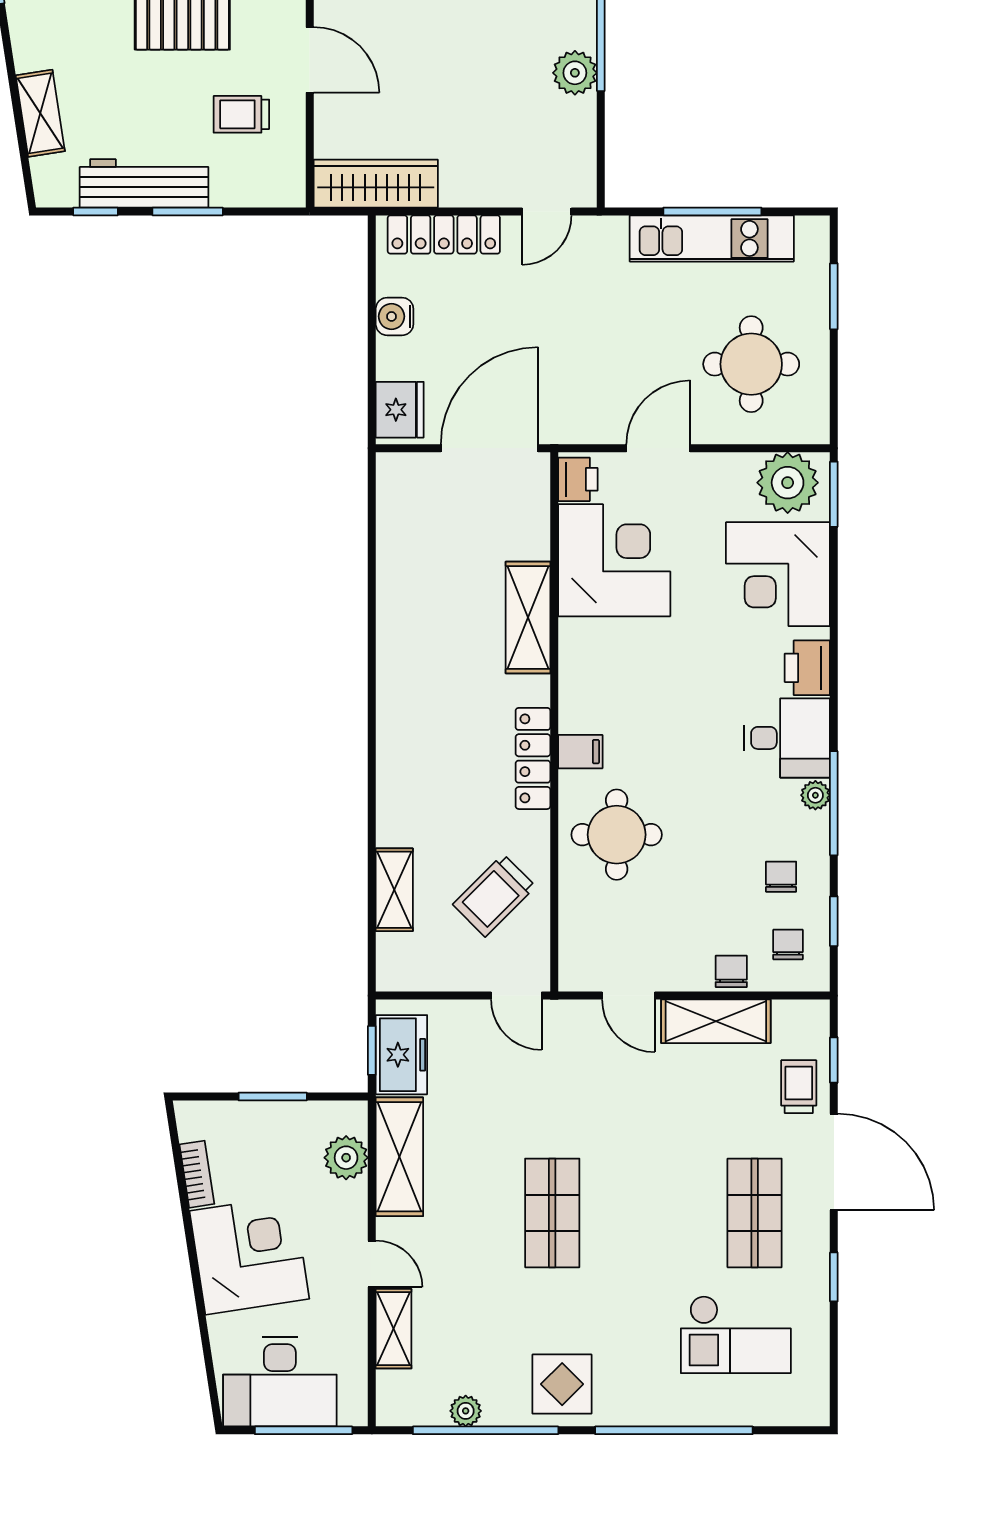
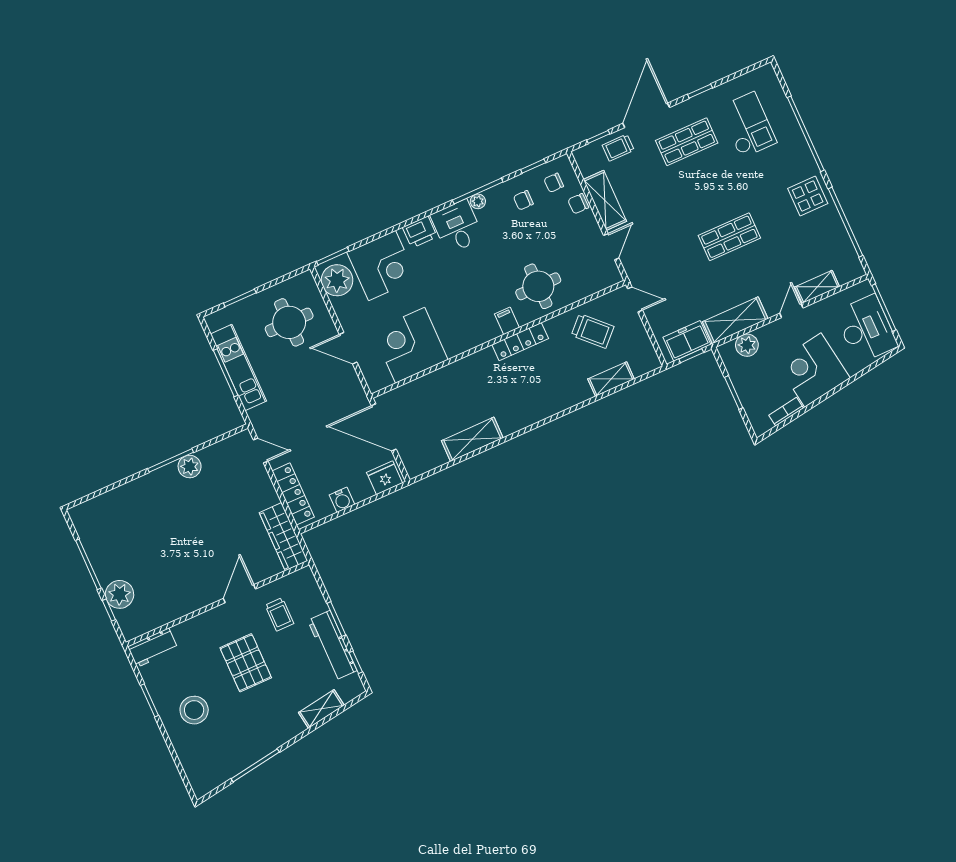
printer: (578, 479) -> (380, 379), removed
shelving: (528, 617) -> (472, 439), moved
door: (516, 996) -> (635, 299), hinge flipped
plant: (466, 1411) -> (841, 236), removed

